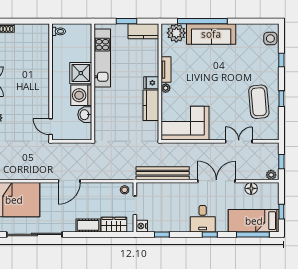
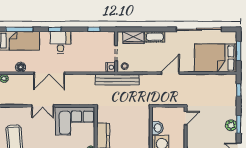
door: (51, 127) -> (186, 118), hinge flipped
double door: (239, 141) -> (43, 106), moved
bench: (163, 173) -> (117, 80), moved
nightstand: (142, 226) -> (111, 67), moved

